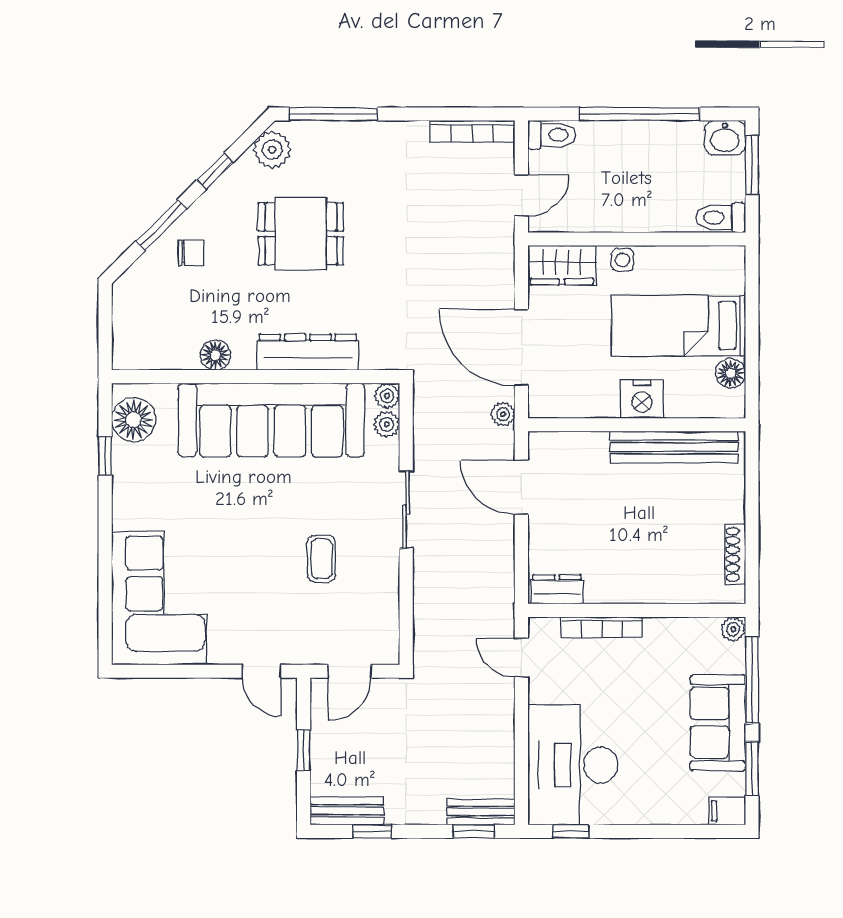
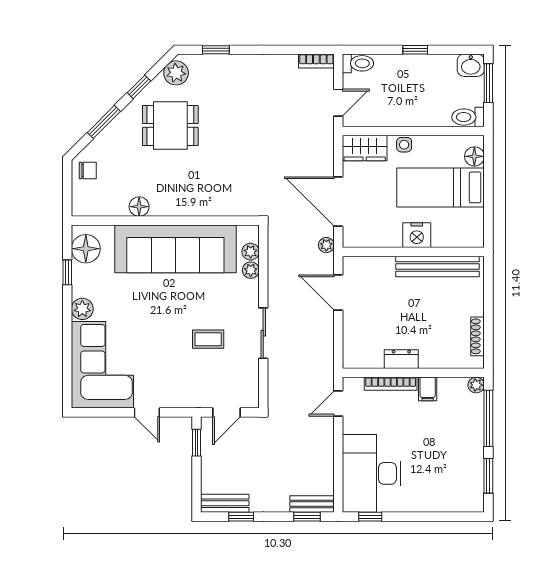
window: (333, 114) -> (216, 50), width x0.46
window: (640, 114) -> (415, 50), width x0.32
bookcase: (472, 131) -> (316, 61), width x0.64
dining table: (301, 234) -> (170, 125), moved
chair: (191, 253) -> (88, 171), moved
dresser: (308, 352) -> (199, 205), removed
floor lamp: (731, 373) -> (474, 156), moved
plant: (387, 396) -> (251, 270), moved
sliding door: (406, 509) -> (263, 333), moved
plant: (128, 512) -> (82, 309), added
coffee table: (322, 559) -> (208, 339), turned 90
dresser: (557, 589) -> (401, 359), moved
door: (521, 658) -> (338, 403), hinge flipped
door: (261, 671) -> (147, 412), moved
sofa: (718, 723) -> (466, 446), removed
window: (304, 750) -> (197, 443), moved
filing cabinet: (727, 811) -> (428, 389), moved, turned -90

